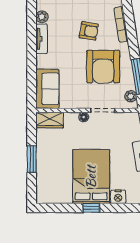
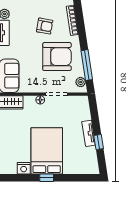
armchair: (103, 67) -> (57, 57), turned -90
nightstand: (118, 197) -> (24, 168), moved

